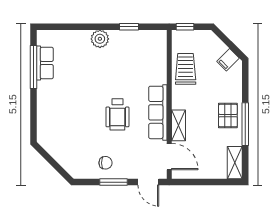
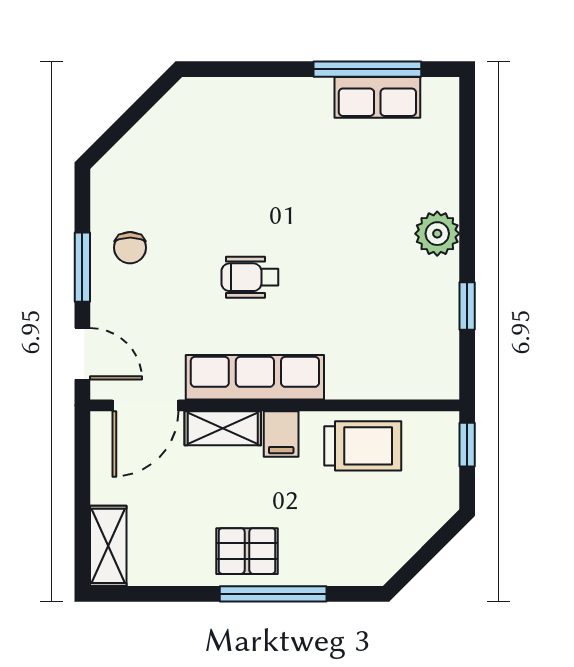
filing cabinet: (228, 60) -> (281, 434), moved, turned -135
wheelchair: (117, 114) -> (250, 277), width x0.73, depth x0.73
window: (245, 124) -> (273, 594), moved
shelving: (235, 163) -> (108, 546), moved, turned 90
door: (148, 182) -> (82, 354), swing flipped

